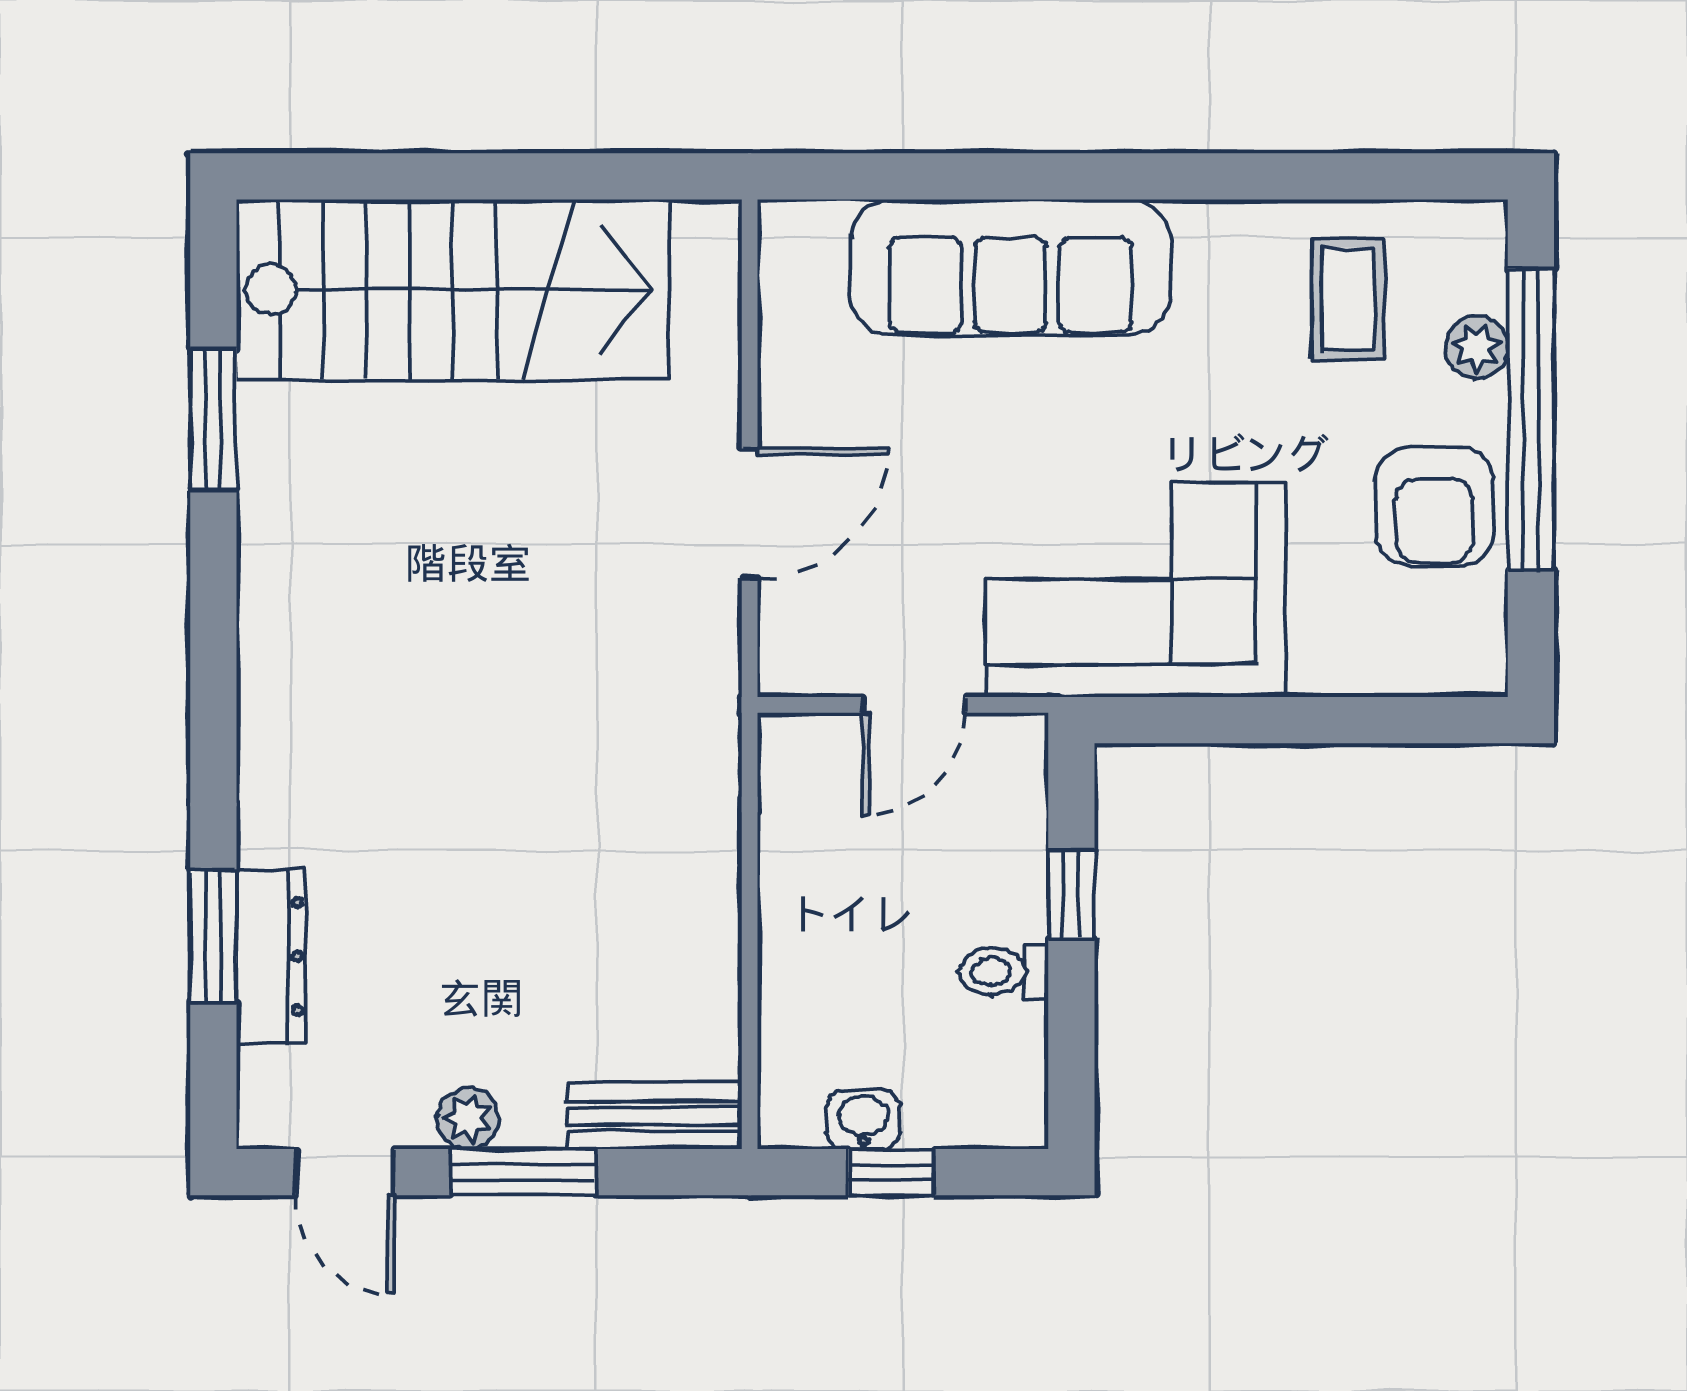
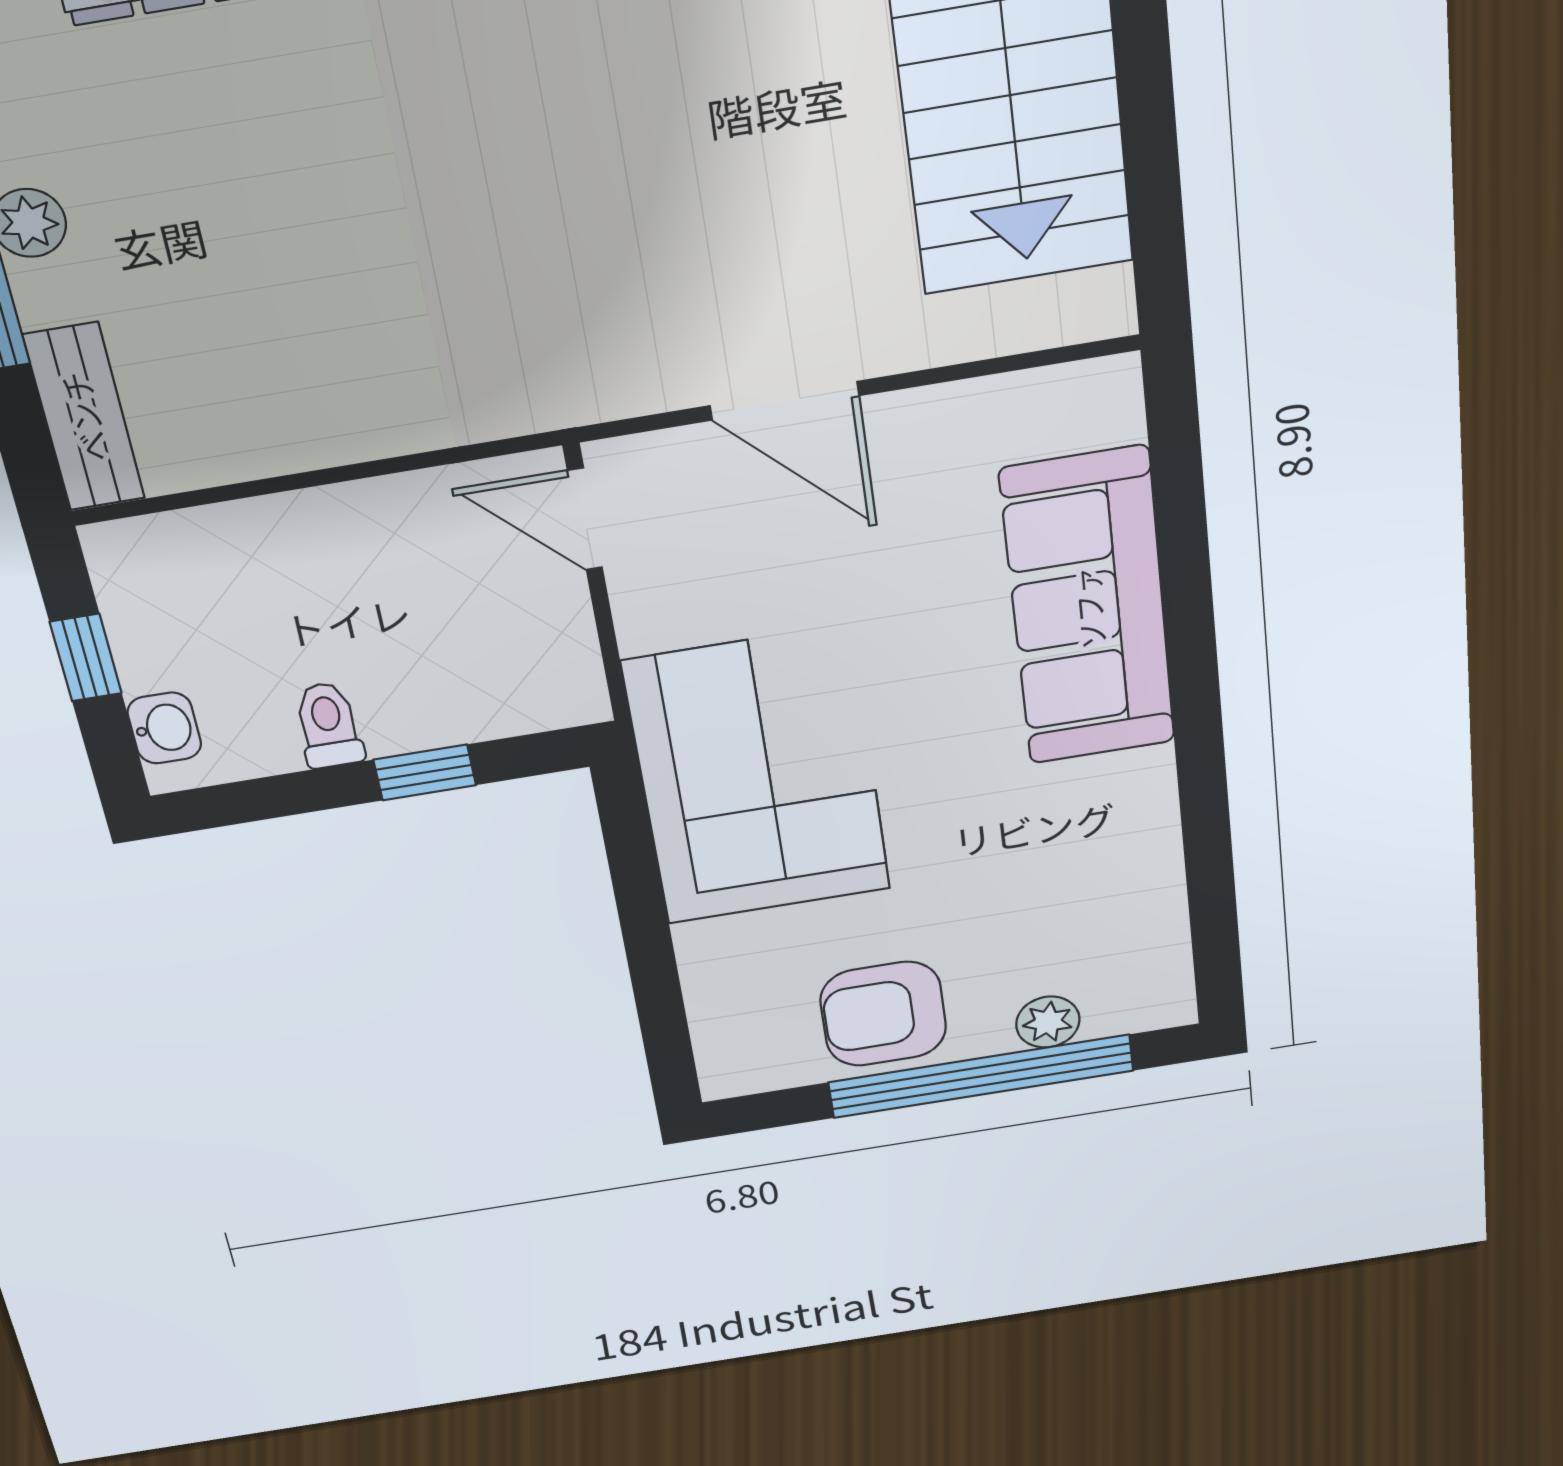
coffee table: (1348, 299) -> (1085, 910), removed
door: (914, 705) -> (585, 519), moved
washbasin: (863, 1120) -> (164, 728), moved

